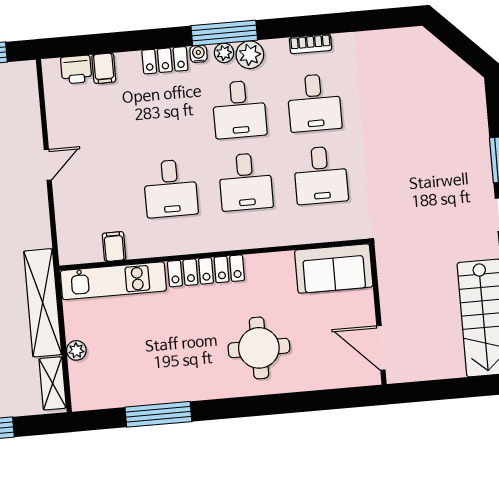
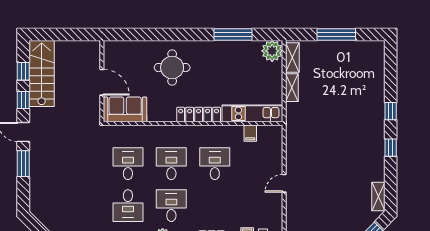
desk: (314, 103) -> (128, 206), turned 180
shelving: (43, 303) -> (292, 88), width x0.45, depth x0.75
door: (381, 348) -> (102, 82), moved
plant: (76, 350) -> (272, 51), moved, width x1.88, depth x1.88

